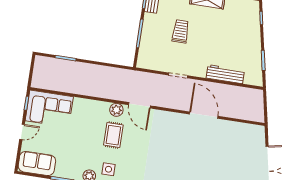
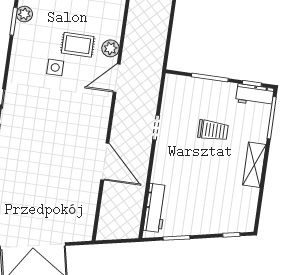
workbench: (225, 74) -> (155, 208), moved
door: (204, 115) -> (105, 162), hinge flipped
side table: (109, 169) -> (55, 67), moved

